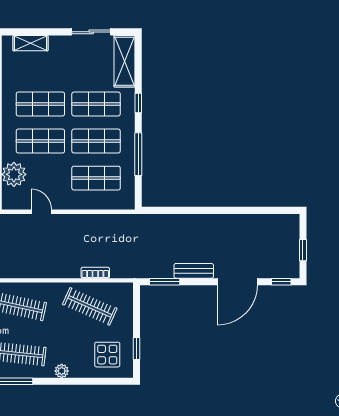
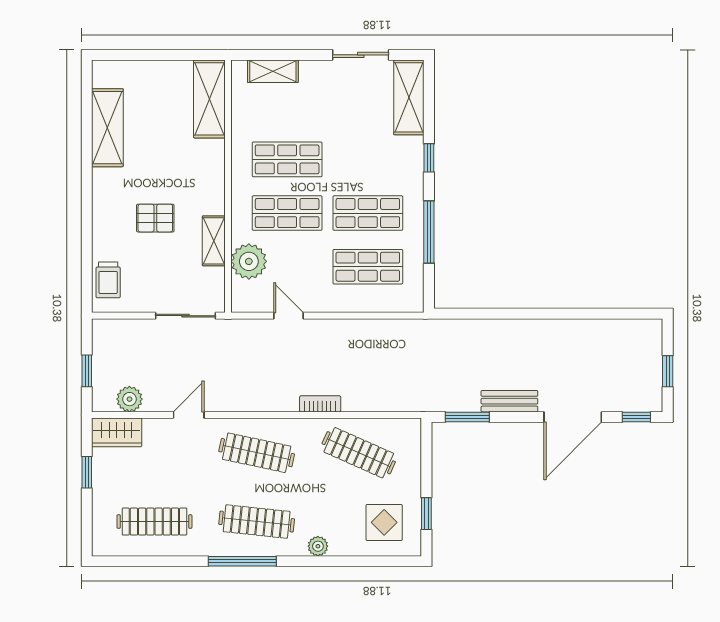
shop shelf: (96, 104) -> (368, 159), removed
bookcase: (95, 273) -> (320, 404), moved

